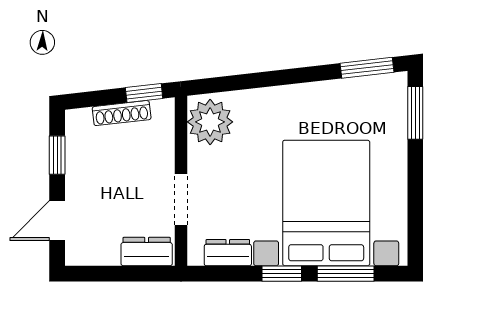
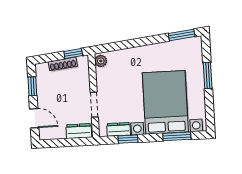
window: (415, 113) -> (208, 76), moved
plant: (210, 122) -> (101, 61), width x0.53, depth x0.53
door: (57, 220) -> (34, 118), swing flipped
window: (282, 274) -> (128, 139), moved

